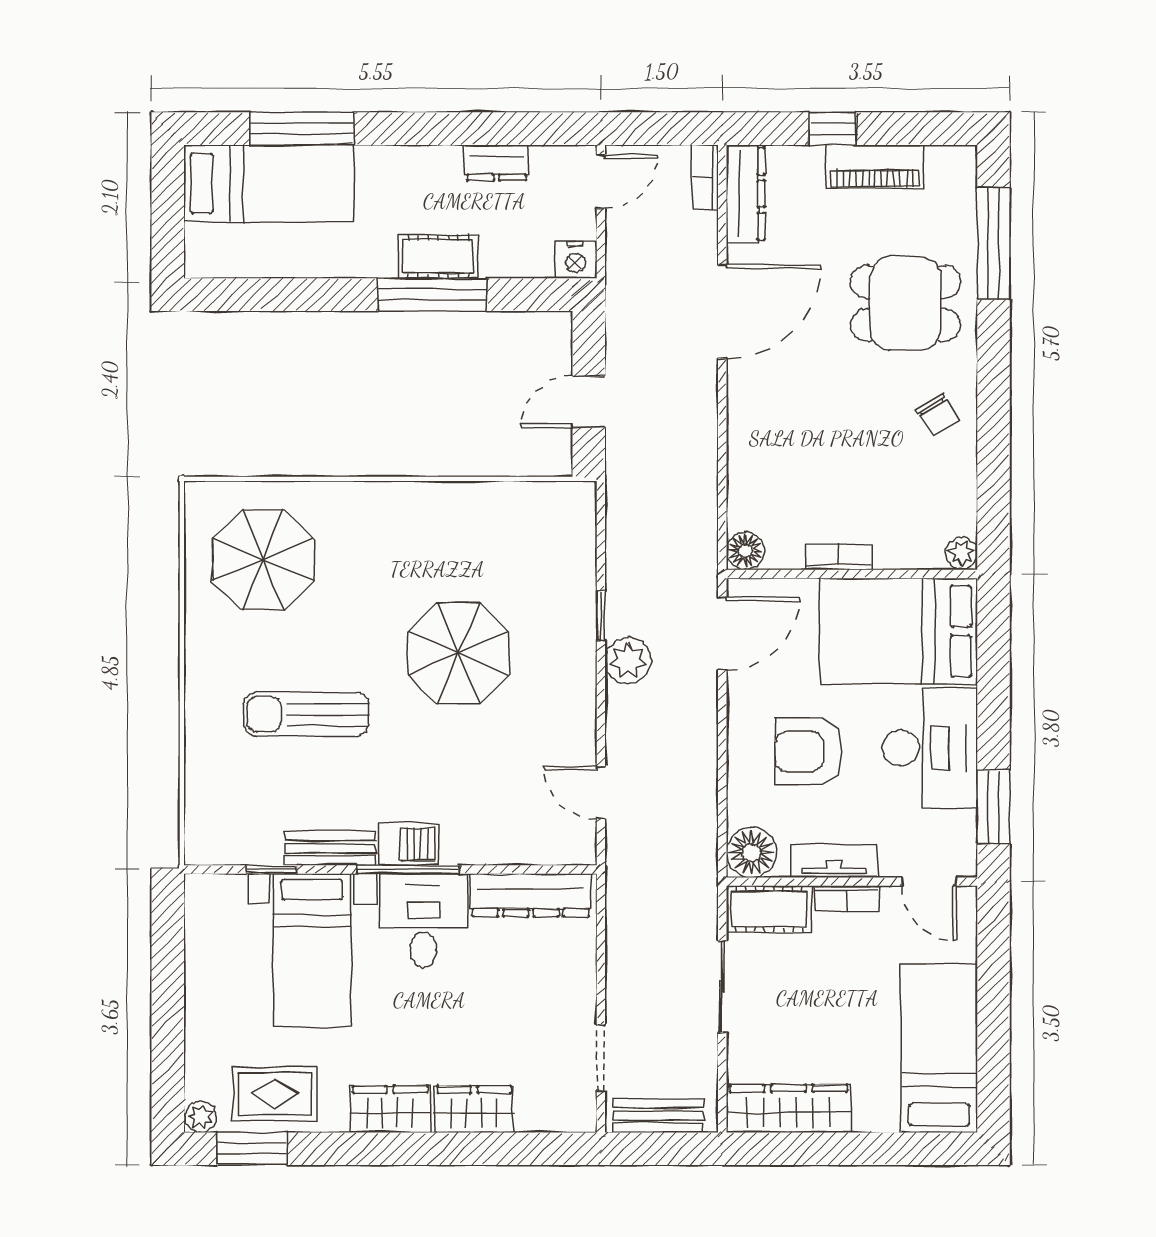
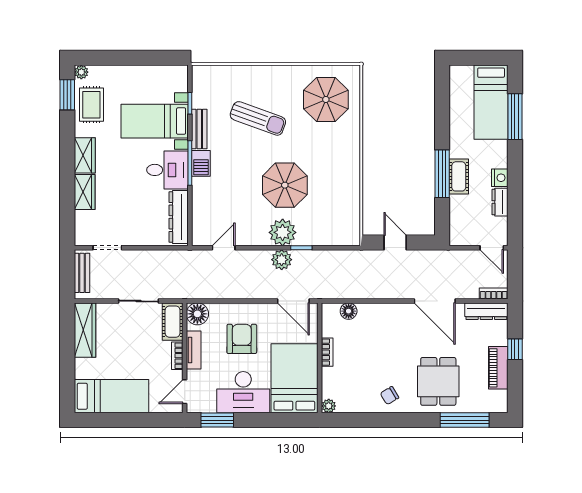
nightstand: (575, 260) -> (500, 178), moved, turned 180
floor lamp: (745, 551) -> (349, 311), moved
plant: (566, 658) -> (283, 232), added
sun lounger: (306, 714) -> (258, 118), turned 110

